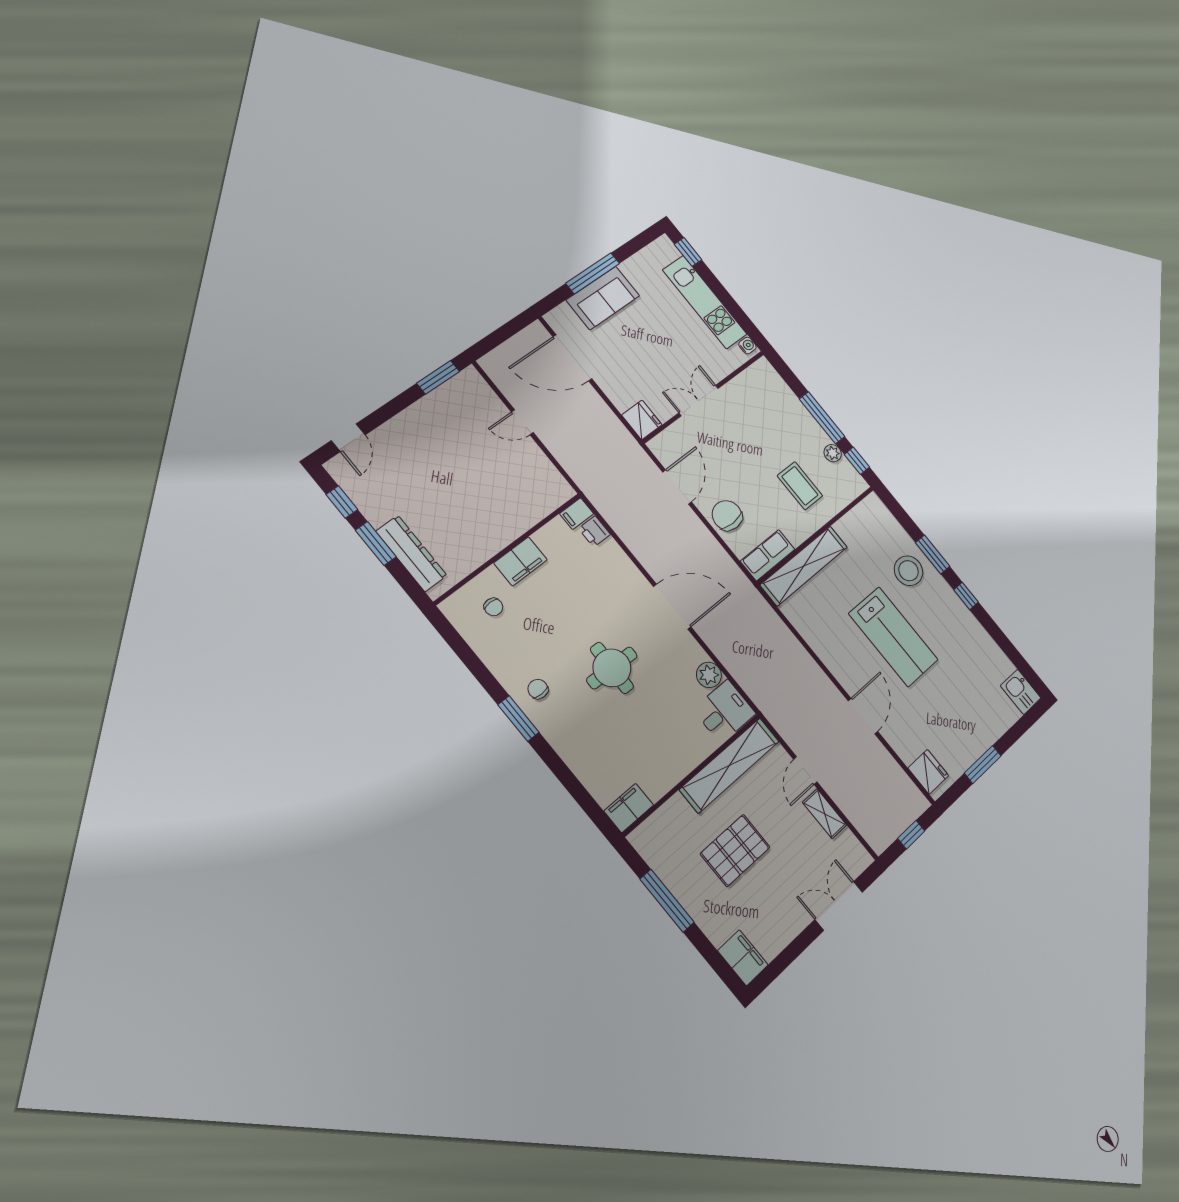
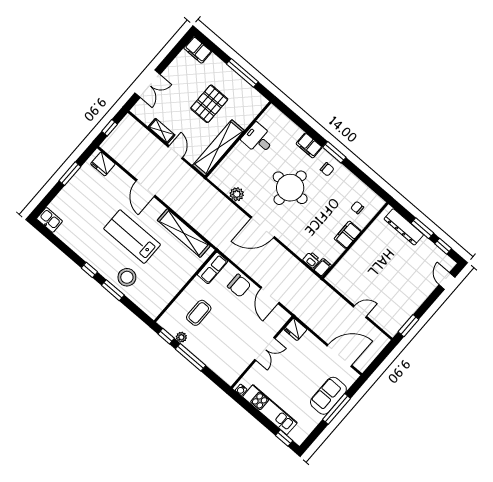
coffee table: (800, 486) -> (199, 313), turned 90
shelving: (804, 566) -> (184, 233), moved, turned 90
round table: (612, 668) -> (290, 188), width x1.36, depth x1.36
desk: (724, 712) -> (258, 139), moved, turned 90
filing cabinet: (629, 808) -> (309, 145), moved, turned 90

